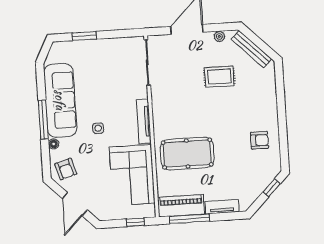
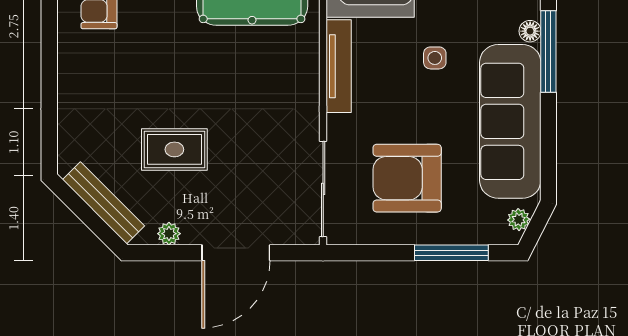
window: (84, 36) -> (451, 253), width x1.44
plant: (53, 54) -> (519, 220), added
armchair: (108, 70) -> (407, 178), added
window: (43, 120) -> (548, 51), moved

